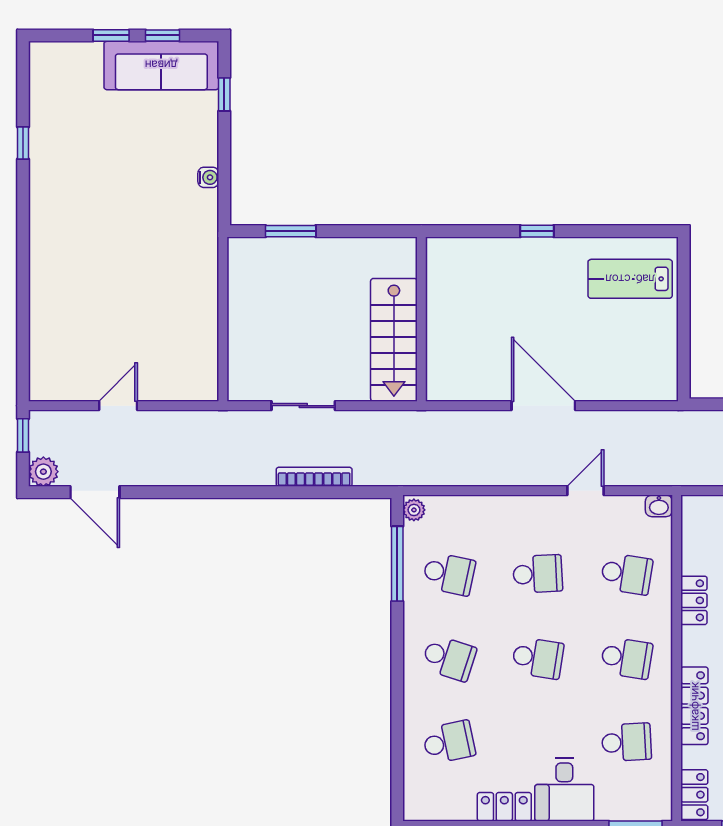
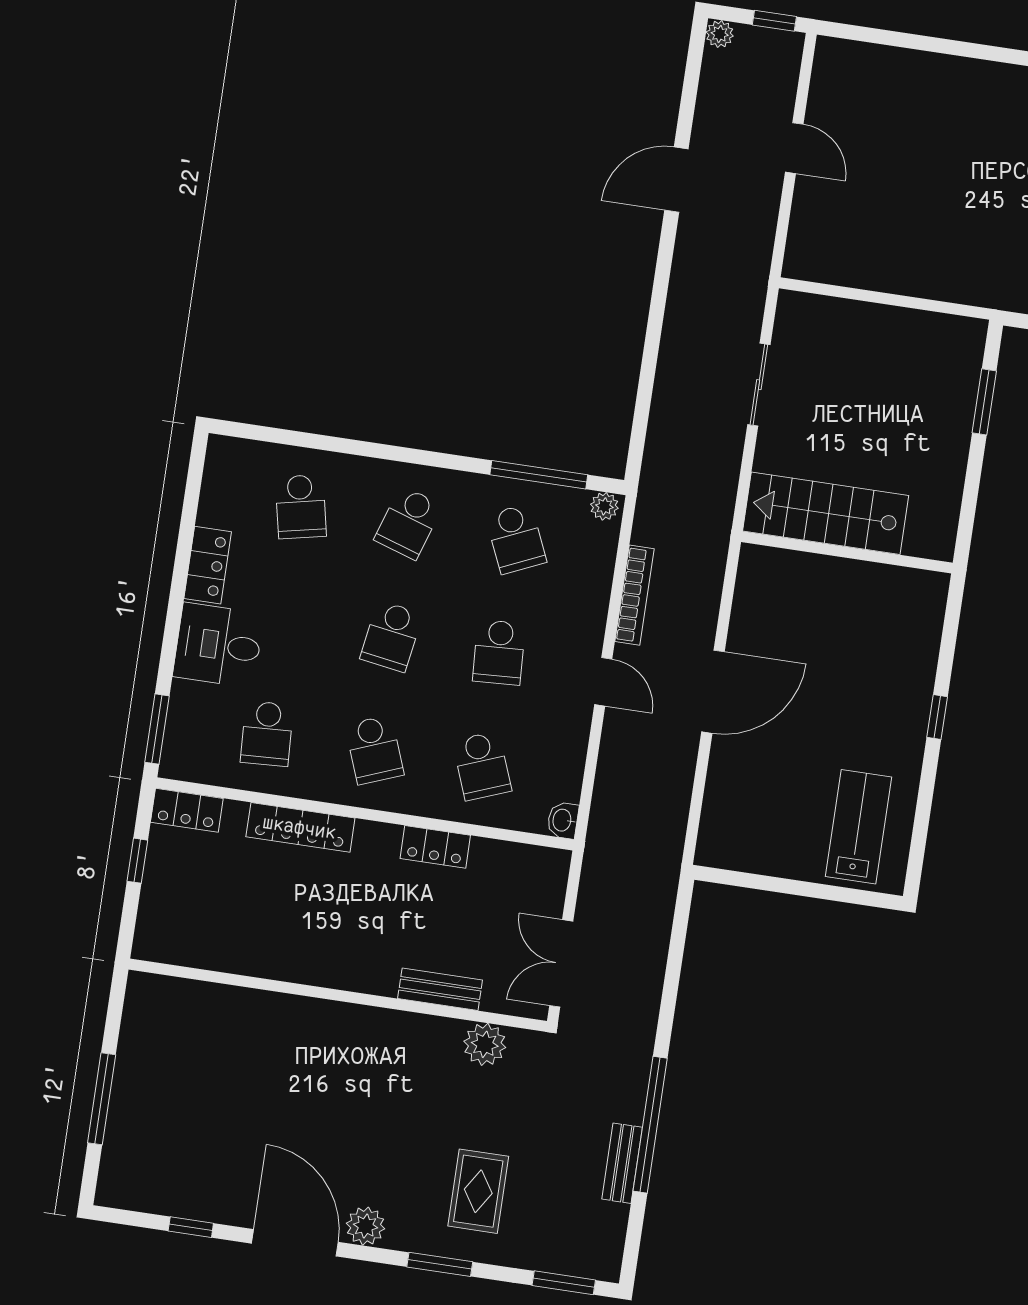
plant: (43, 472) -> (720, 34), width x0.73, depth x0.73
bookcase: (314, 477) -> (634, 595), moved
door: (585, 491) -> (603, 682), moved
door: (95, 492) -> (676, 180), moved
school desk: (449, 574) -> (516, 539), turned -36
school desk: (627, 574) -> (482, 766), turned -30
school desk: (627, 658) -> (374, 750), turned -30

